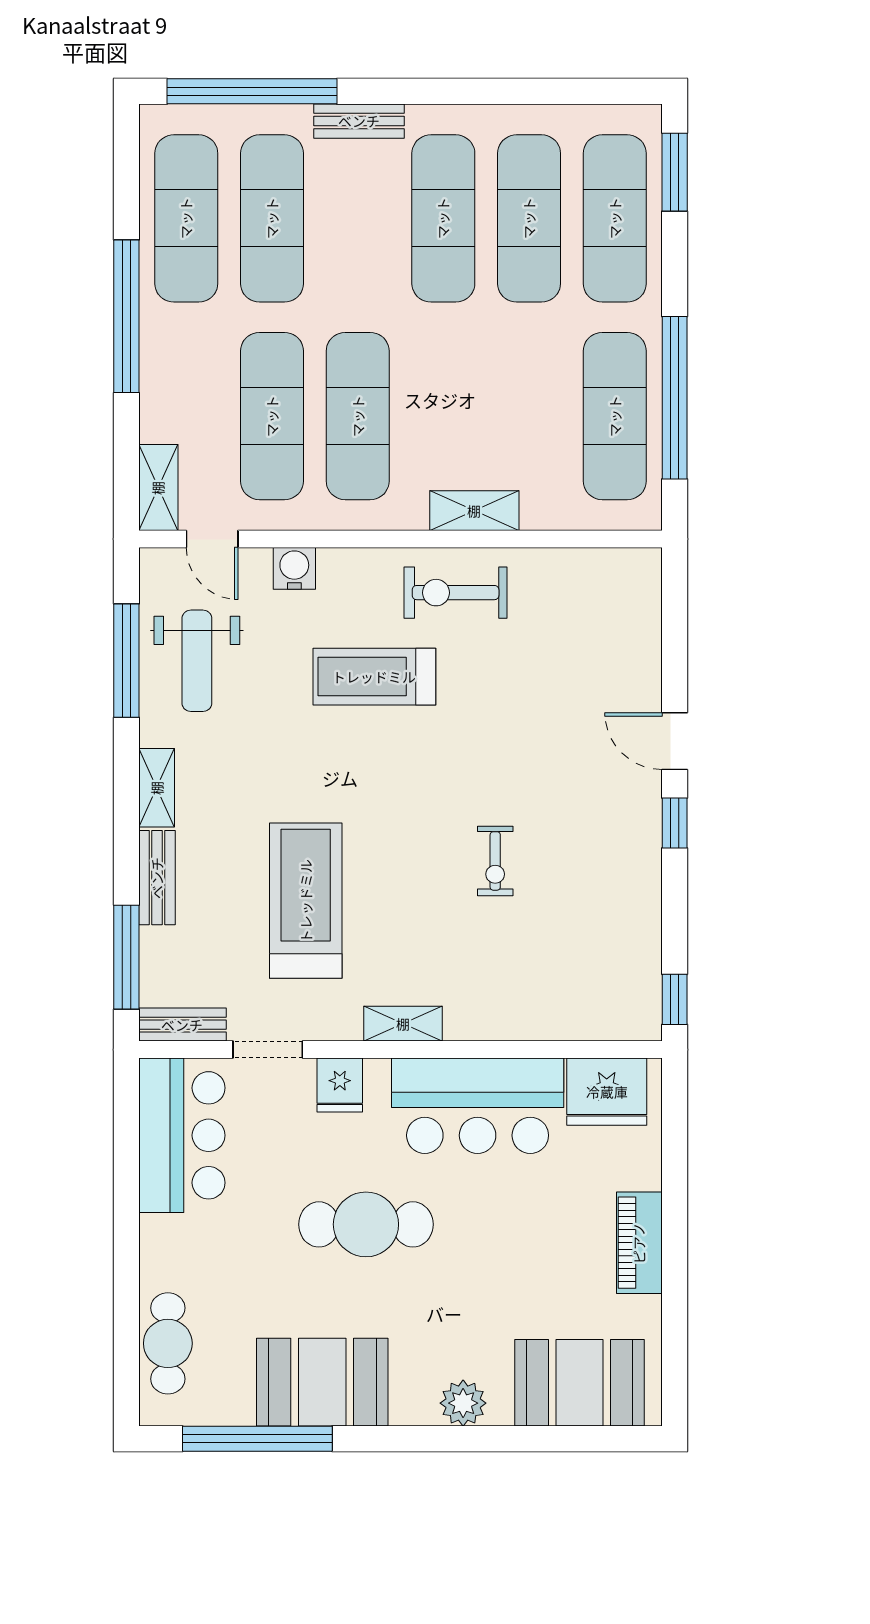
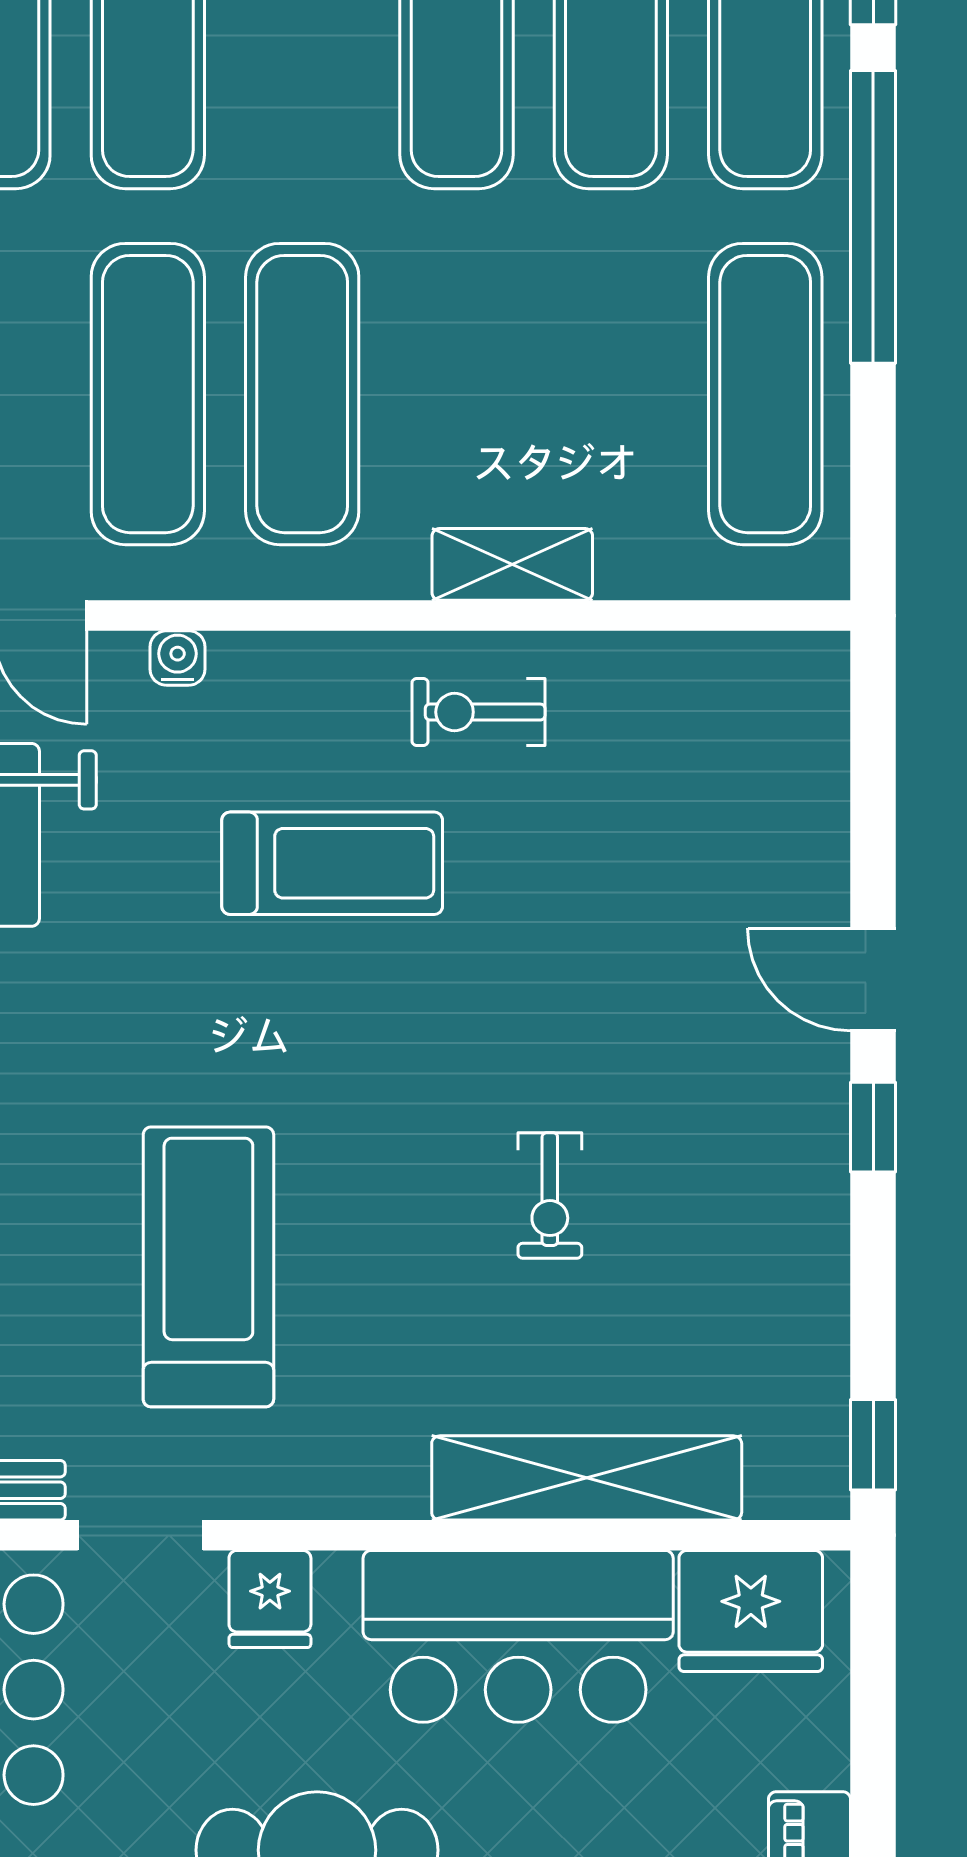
window: (675, 398) -> (873, 217), moved
water cooler: (294, 568) -> (178, 658), width x0.72, depth x0.72
exercise bike: (456, 593) -> (479, 712), width x0.73, depth x0.72
treadmill: (374, 677) -> (332, 863), turned 180
shelving: (403, 1024) -> (587, 1478), moved, width x2.20, depth x1.33

